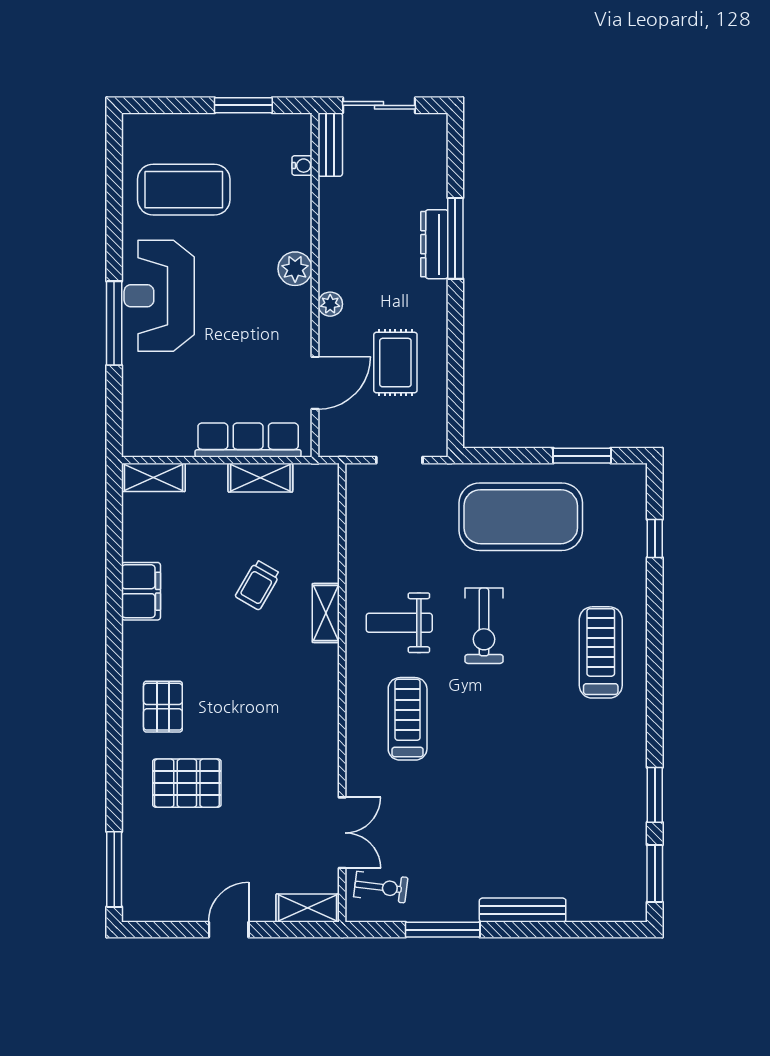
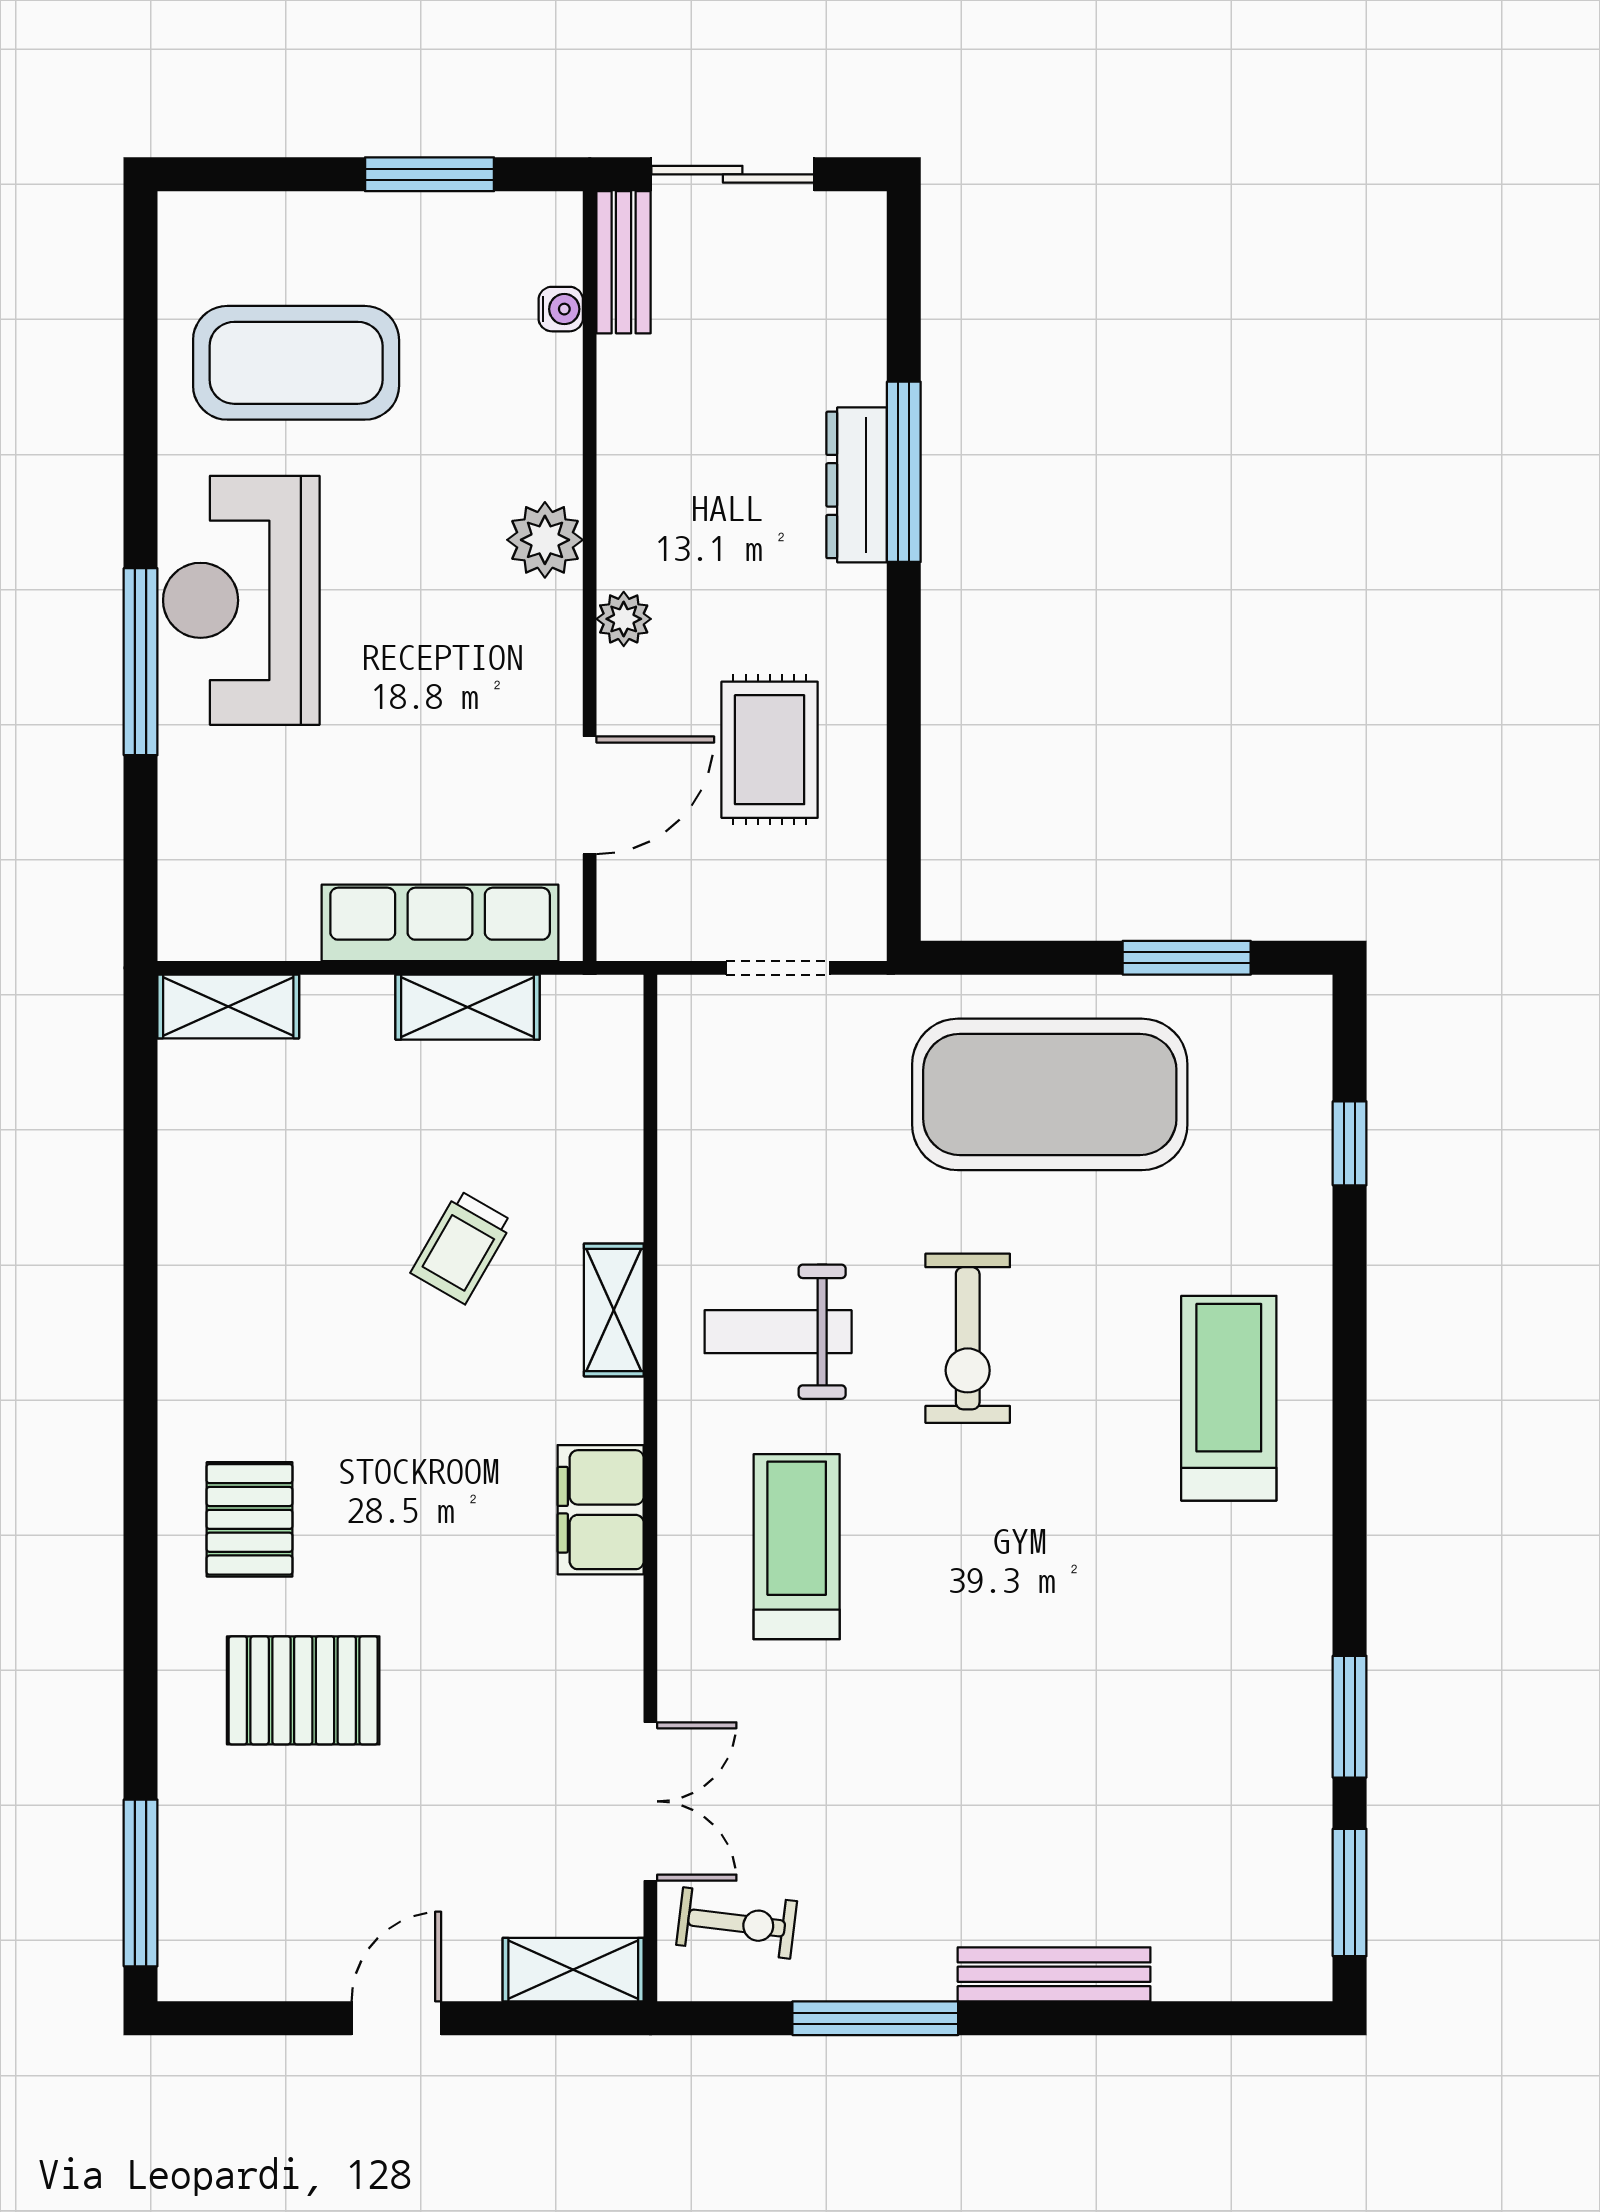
filing cabinet: (141, 591) -> (601, 1510), moved, turned 180

